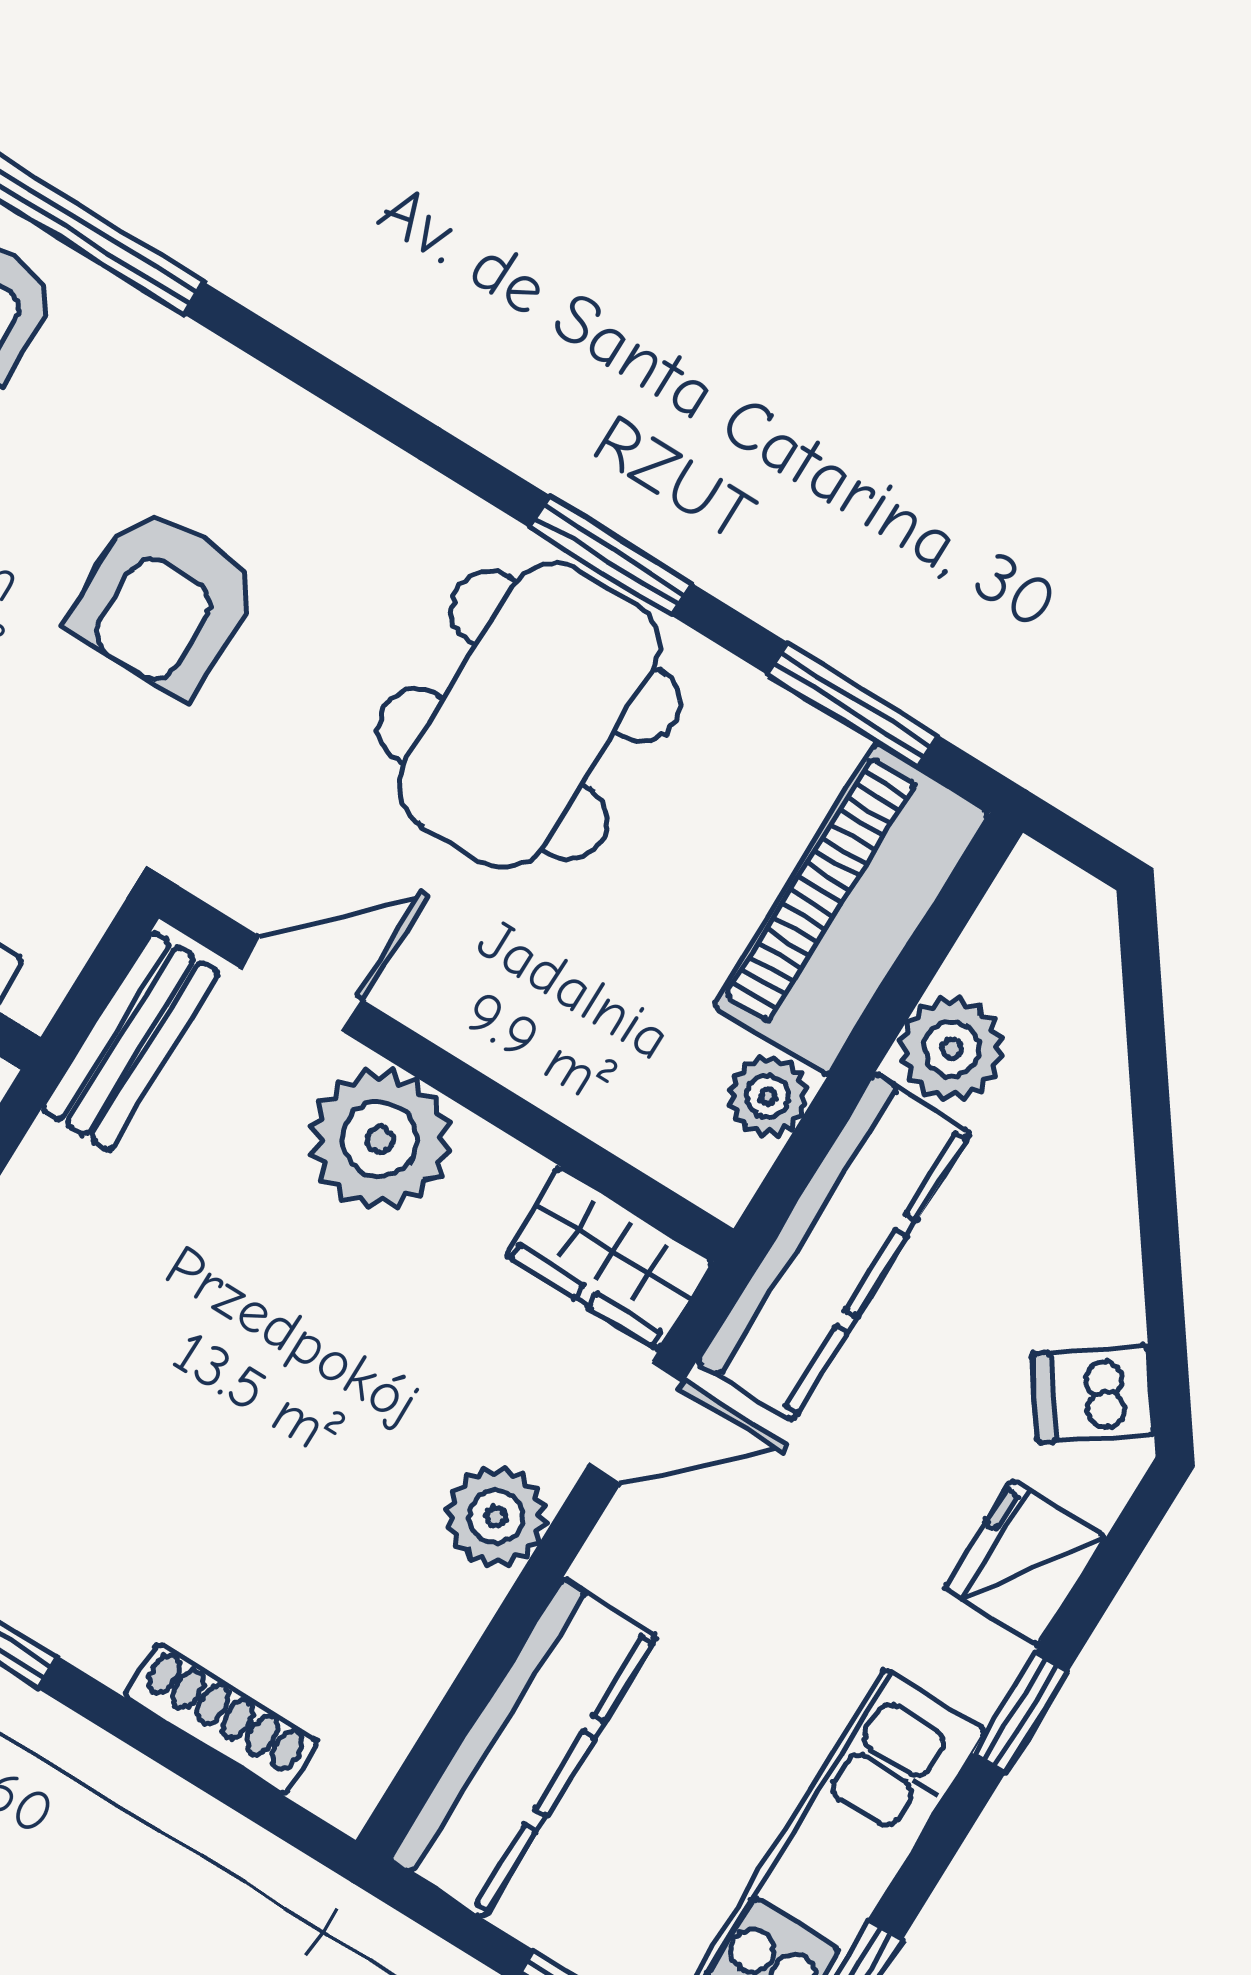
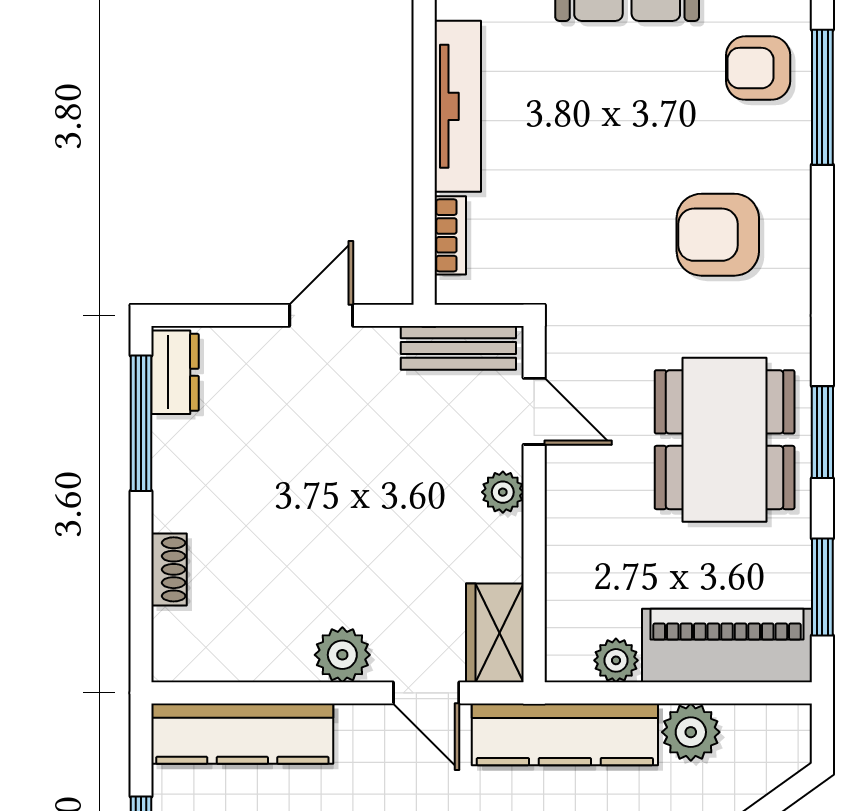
armchair: (164, 601) -> (718, 235), moved
dining table: (529, 715) -> (725, 440), turned 90
plant: (380, 1139) -> (503, 492), width x0.53, depth x0.53
shoe rack: (221, 1719) -> (169, 569), width x0.70

